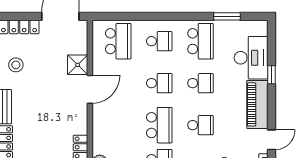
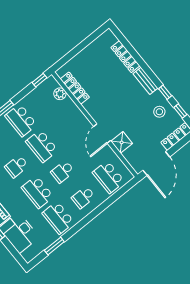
school desk: (200, 83) -> (37, 192), width x1.85

